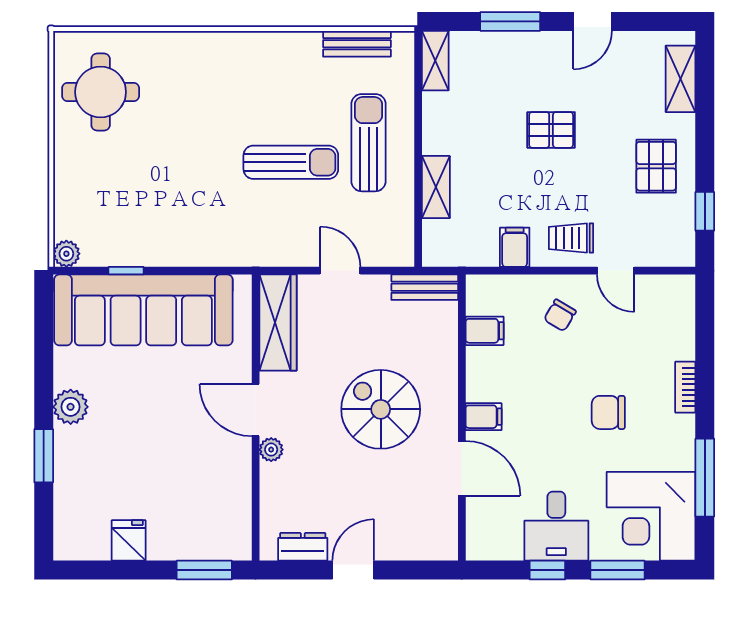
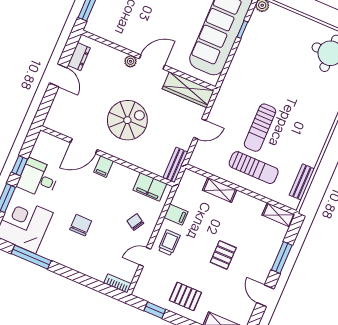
filing cabinet: (485, 331) -> (150, 187), width x2.00
bookcase: (685, 387) -> (118, 283), moved

